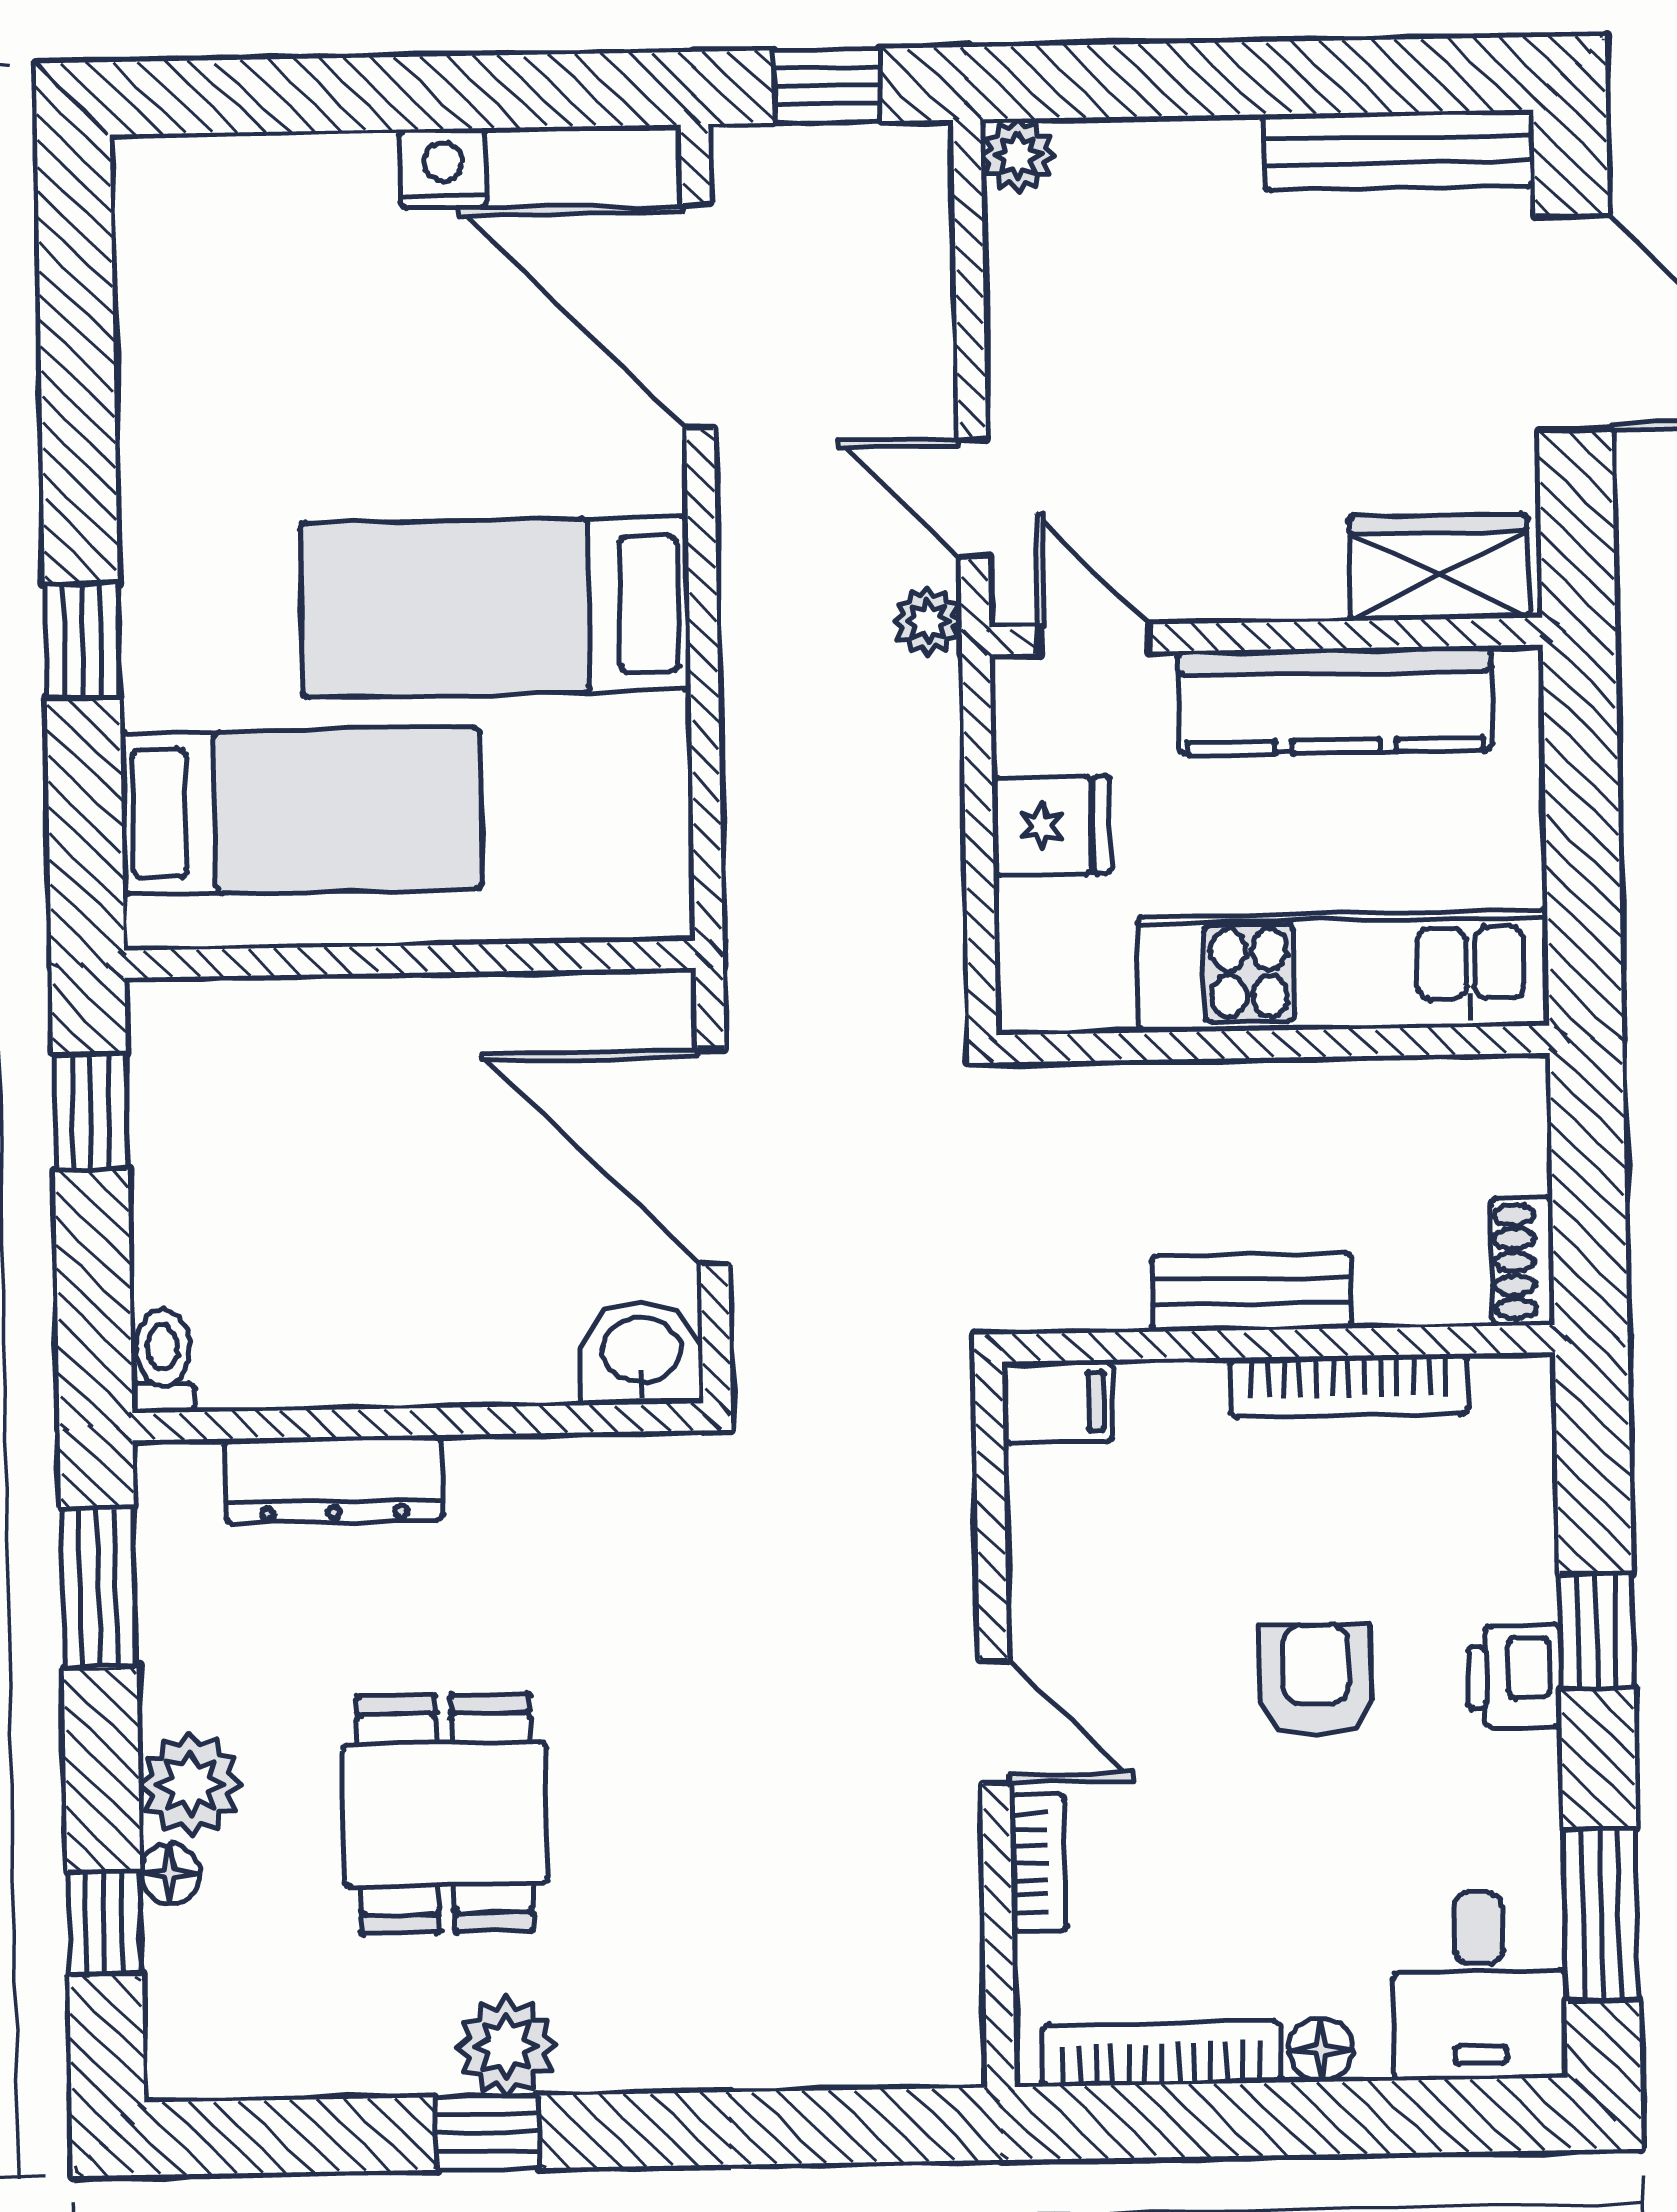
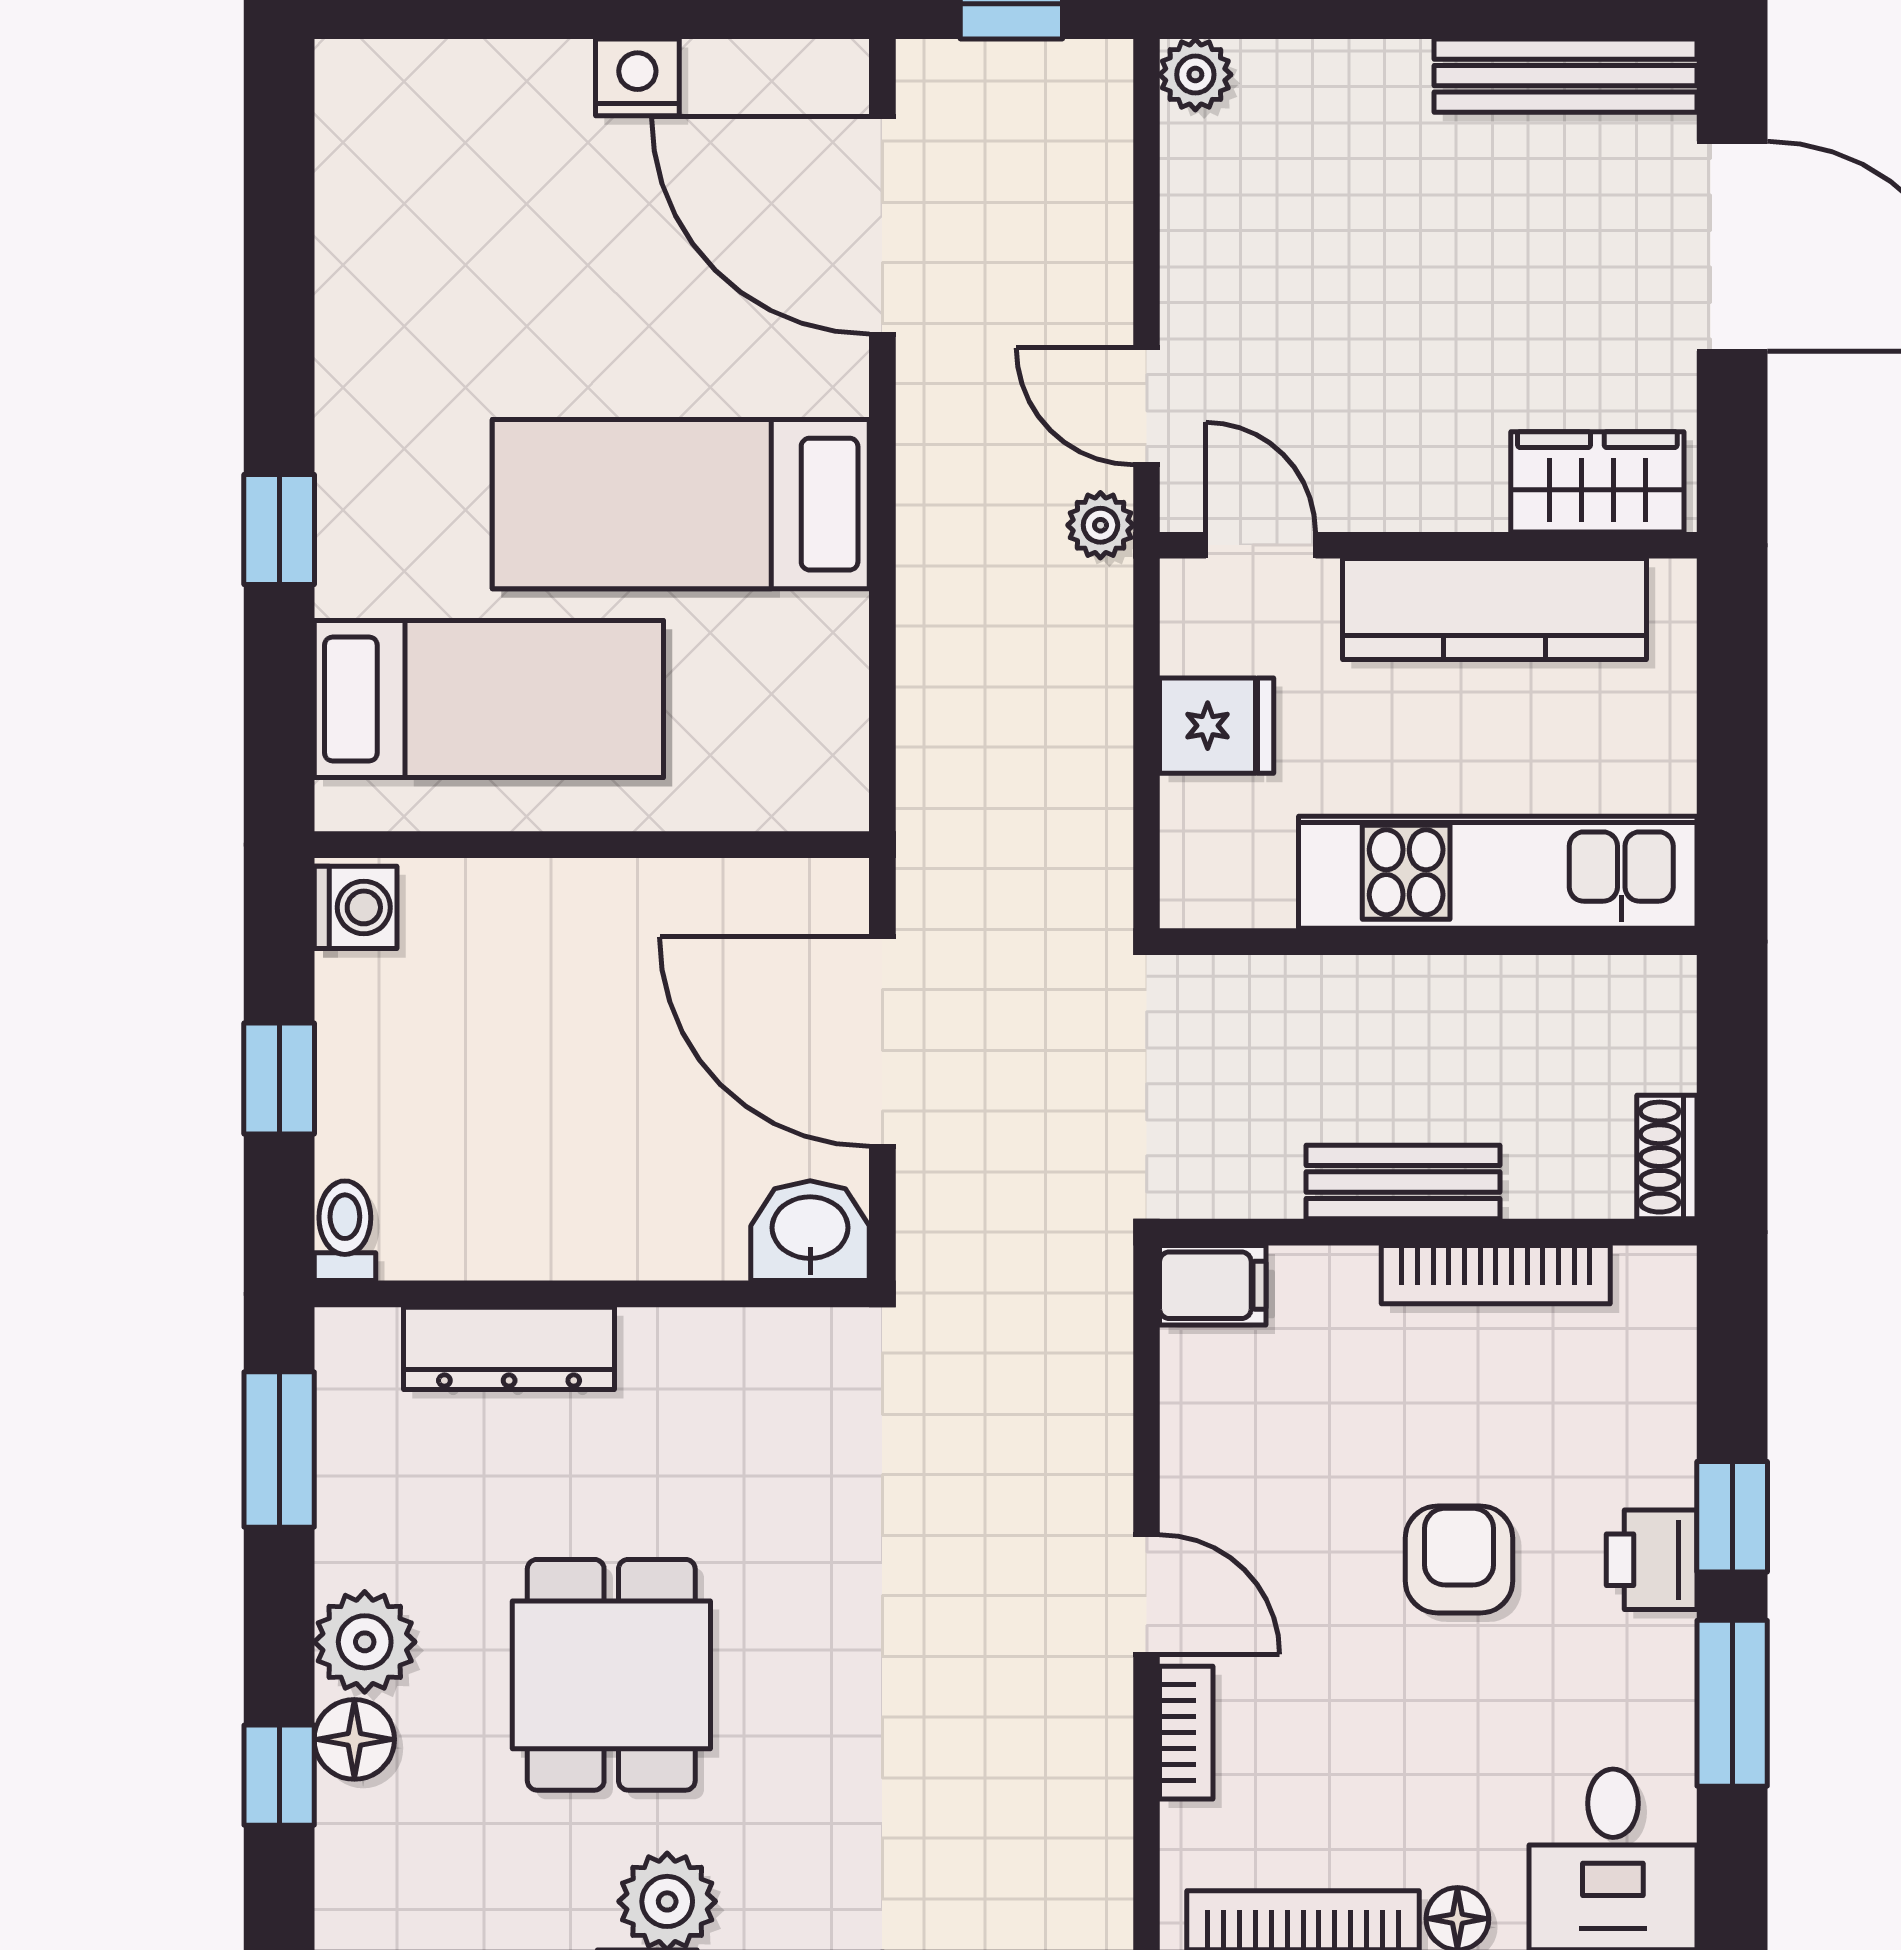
washing machine: (168, 1028) -> (356, 907), added
window: (90, 1112) -> (279, 1079), moved
floor lamp: (170, 1874) -> (354, 1739), width x1.37, depth x1.37
window: (1601, 1915) -> (1732, 1703), moved

